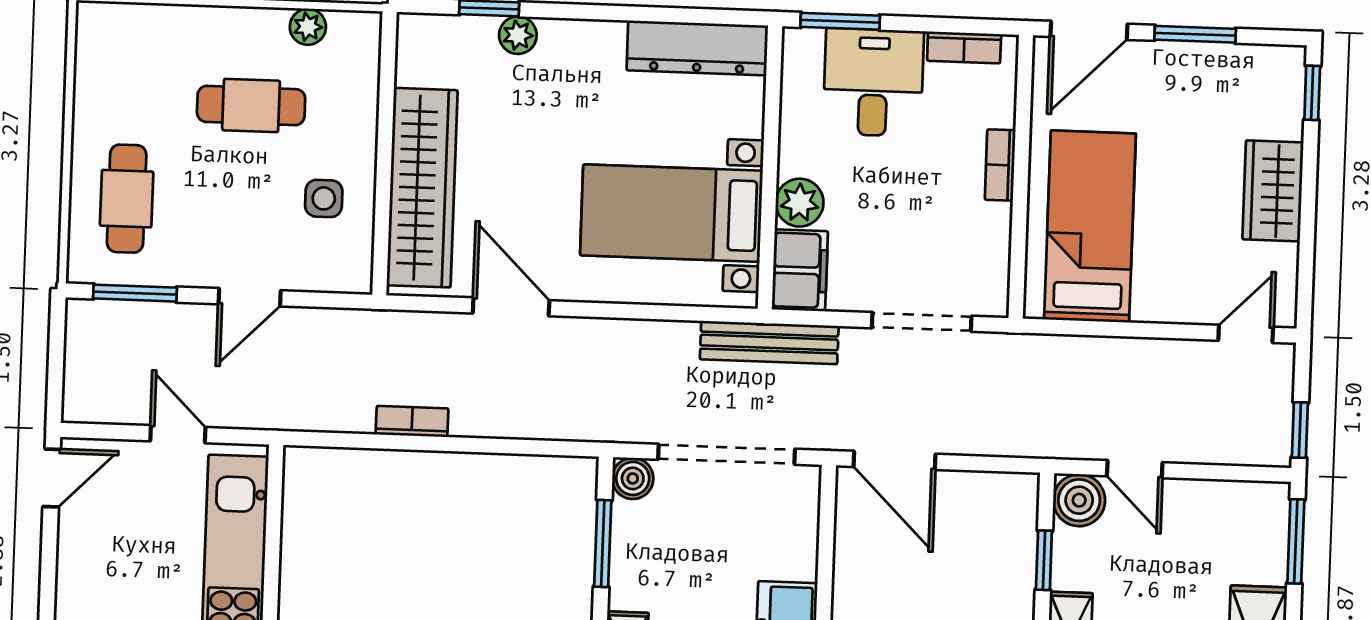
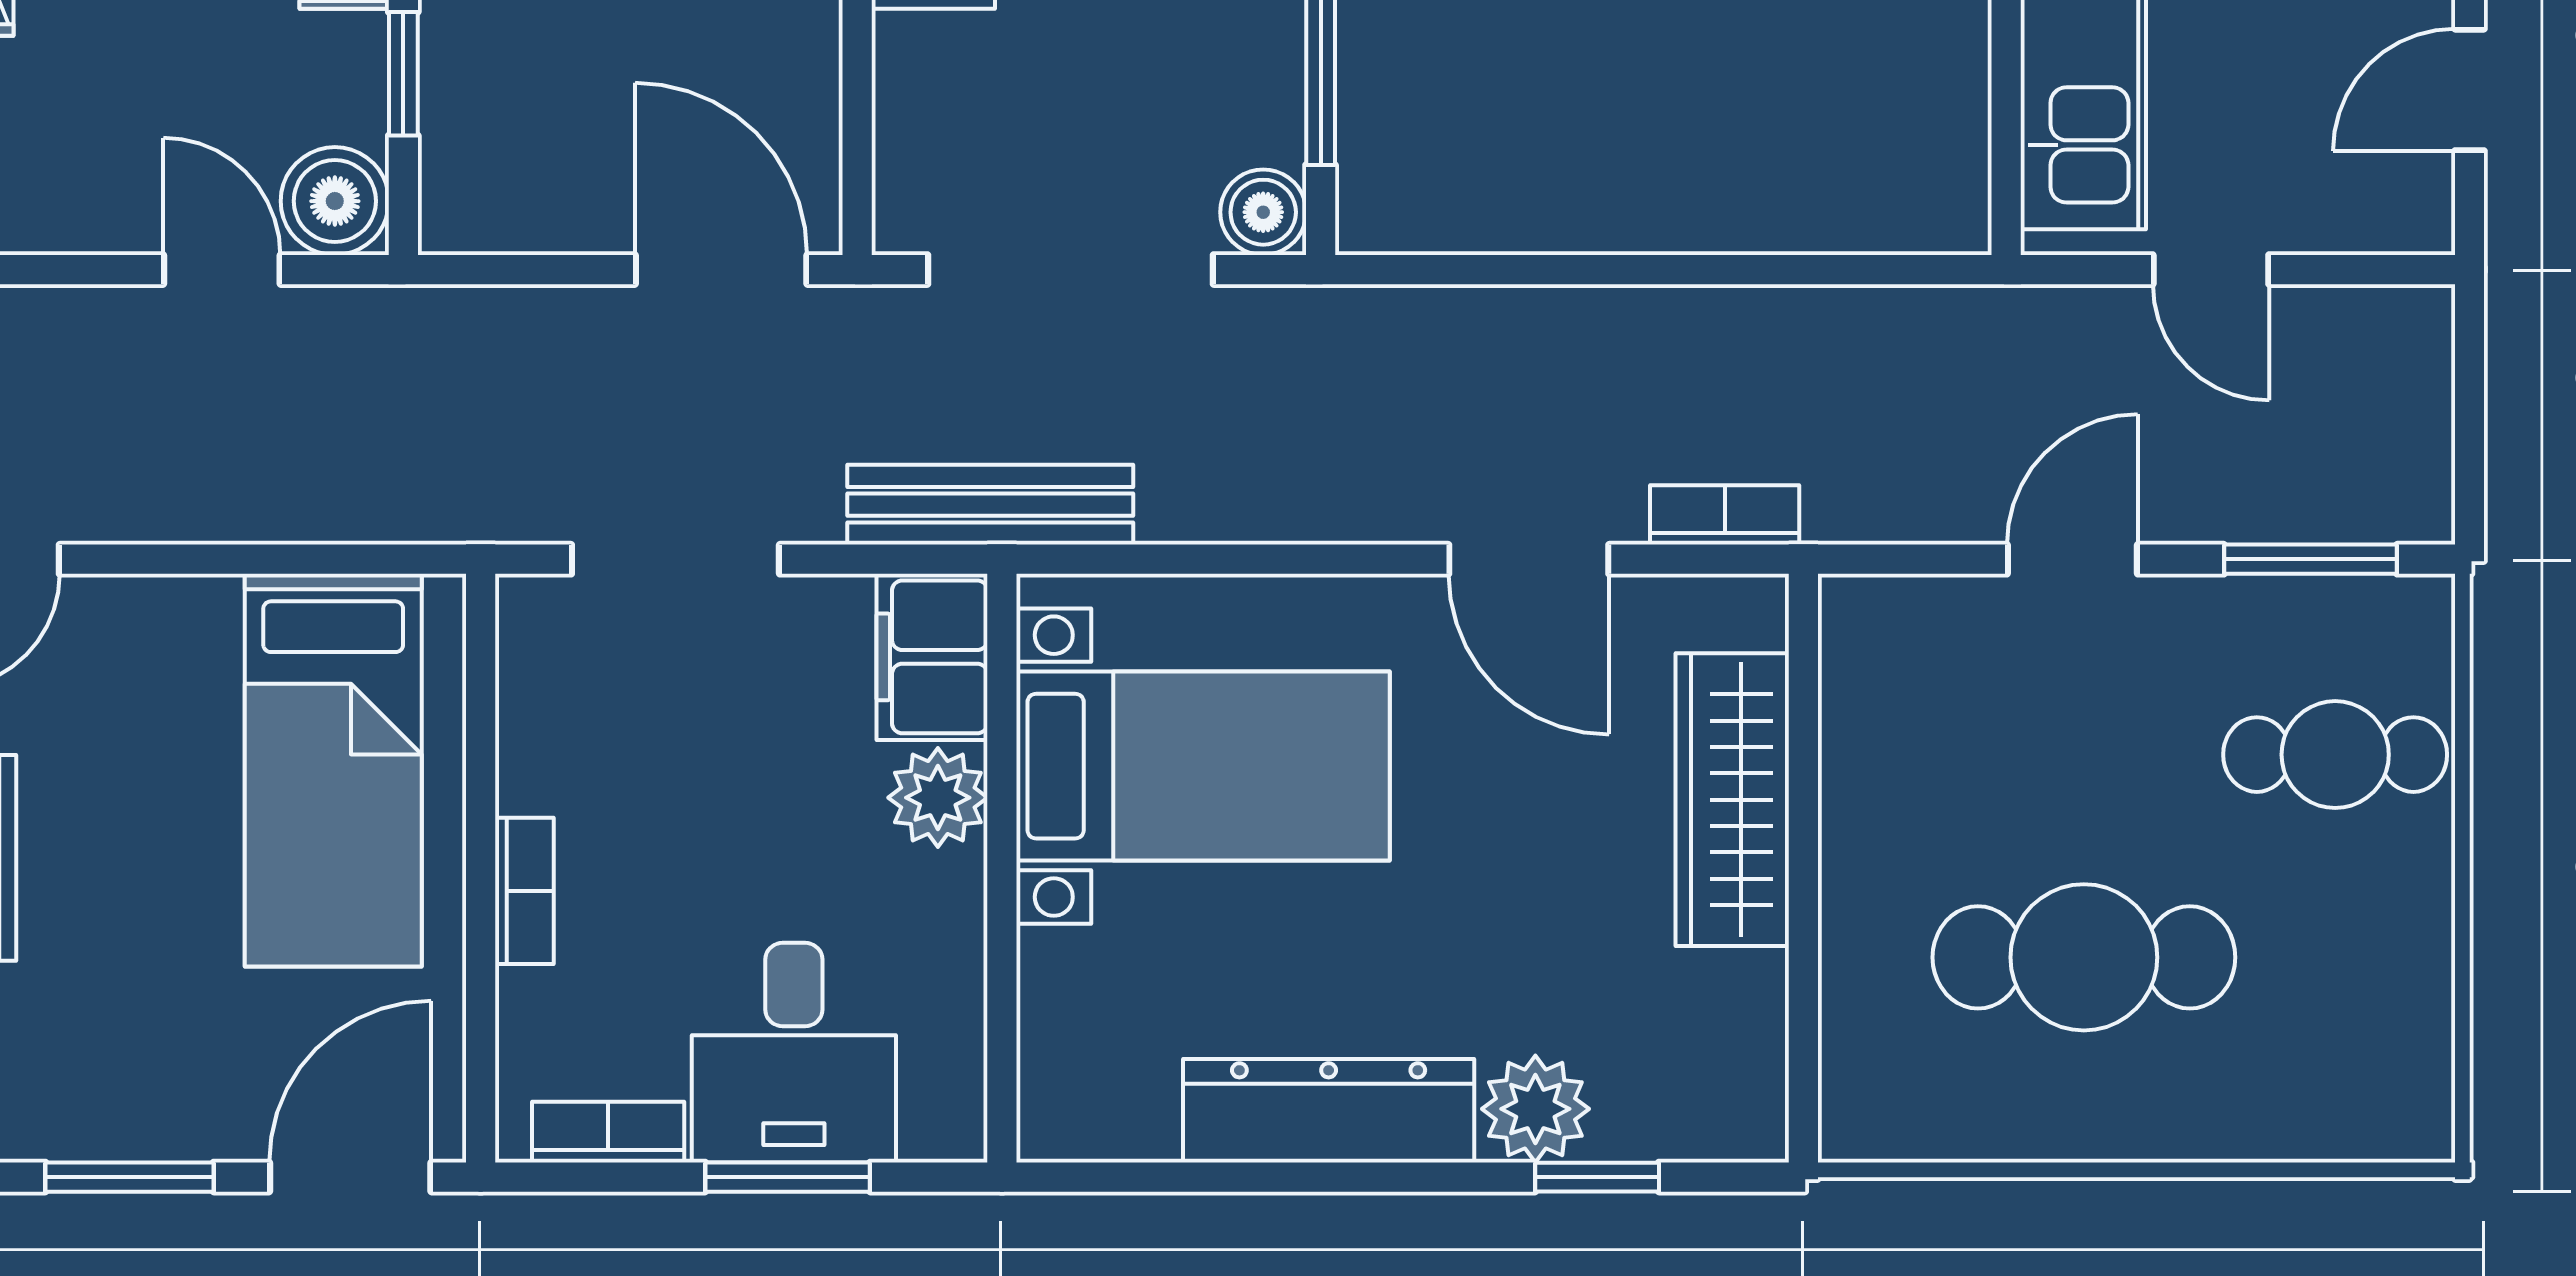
window: (840, 21) -> (788, 1177), moved
plant: (308, 27) -> (1972, 1125), removed
plant: (518, 35) -> (1535, 1109), width x1.38, depth x1.38
dresser: (697, 48) -> (1329, 1111), moved
cafe table: (251, 106) -> (2084, 957), width x1.37, depth x1.35
wardrobe: (422, 188) -> (1732, 800), width x0.71, depth x0.85
side table: (324, 198) -> (1926, 770), removed
cafe table: (127, 199) -> (2335, 755), turned 90
bookcase: (412, 421) -> (1725, 515), moved, turned 180
door: (52, 478) -> (2470, 90), moved

